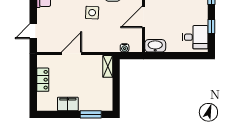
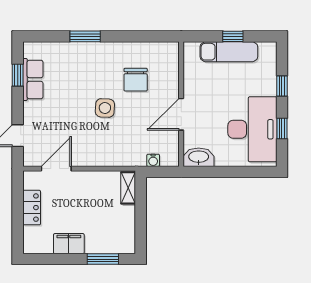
desk: (195, 37) -> (252, 129), width x1.87, depth x1.30
door: (72, 53) -> (56, 169), moved

